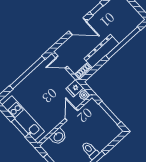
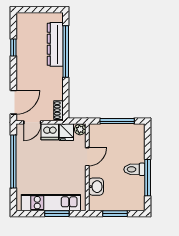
door: (78, 26) -> (13, 102), moved
dresser: (101, 51) -> (55, 44), moved
dishwasher: (66, 78) -> (50, 132), added
door: (71, 115) -> (87, 157), swing flipped

